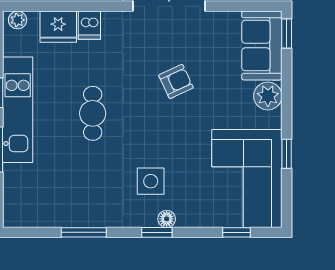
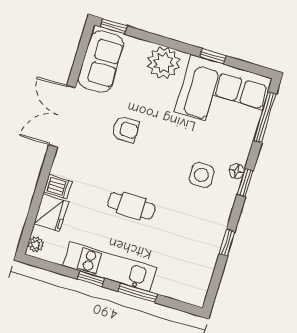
sofa: (262, 46) -> (101, 62), moved, turned -90
armchair: (176, 81) -> (126, 129), turned 115
plant: (268, 96) -> (163, 63), width x1.36, depth x1.36
window: (84, 232) -> (227, 243), width x0.67
window: (236, 232) -> (265, 117), width x2.17

